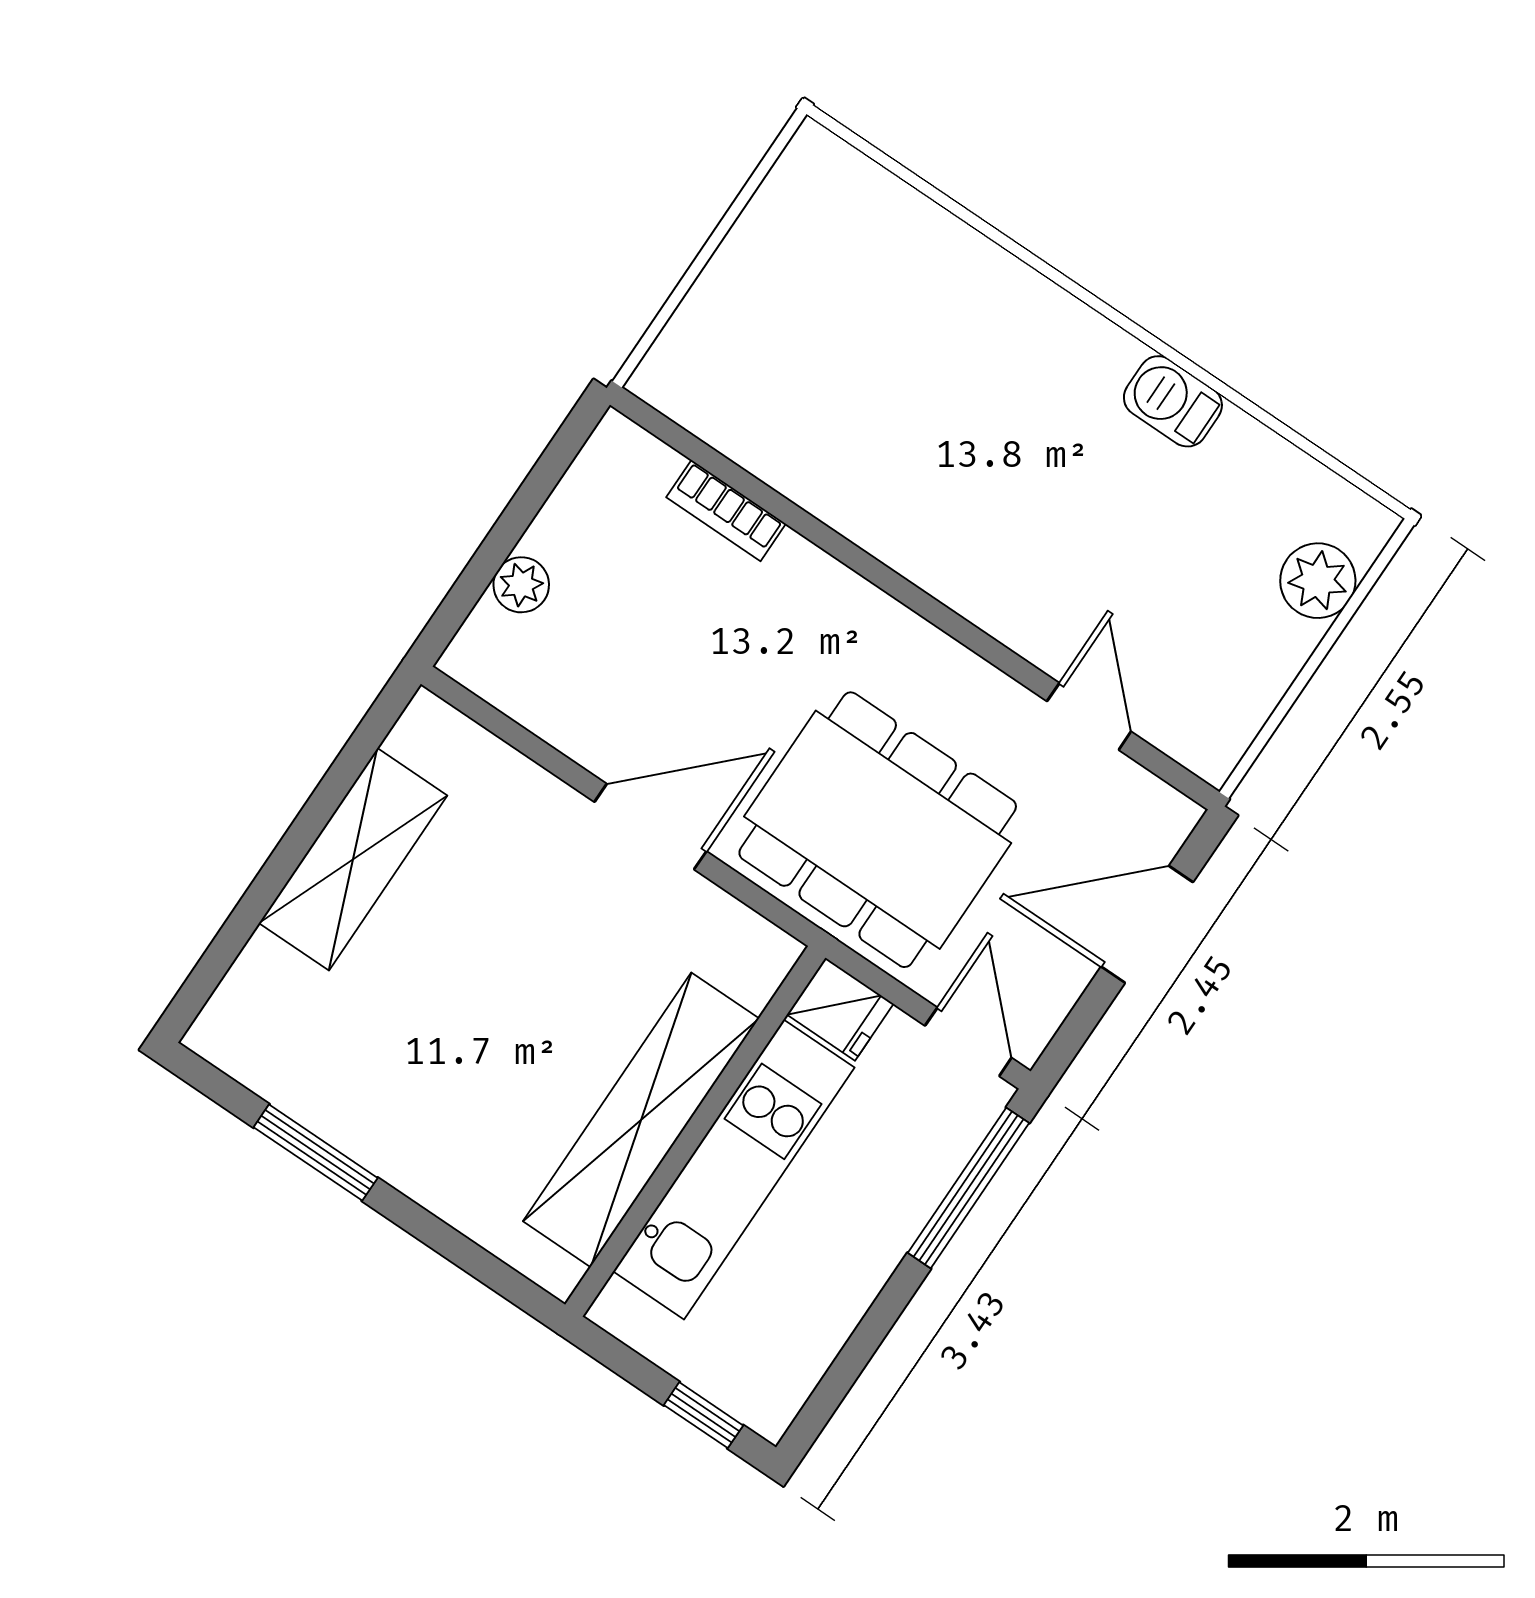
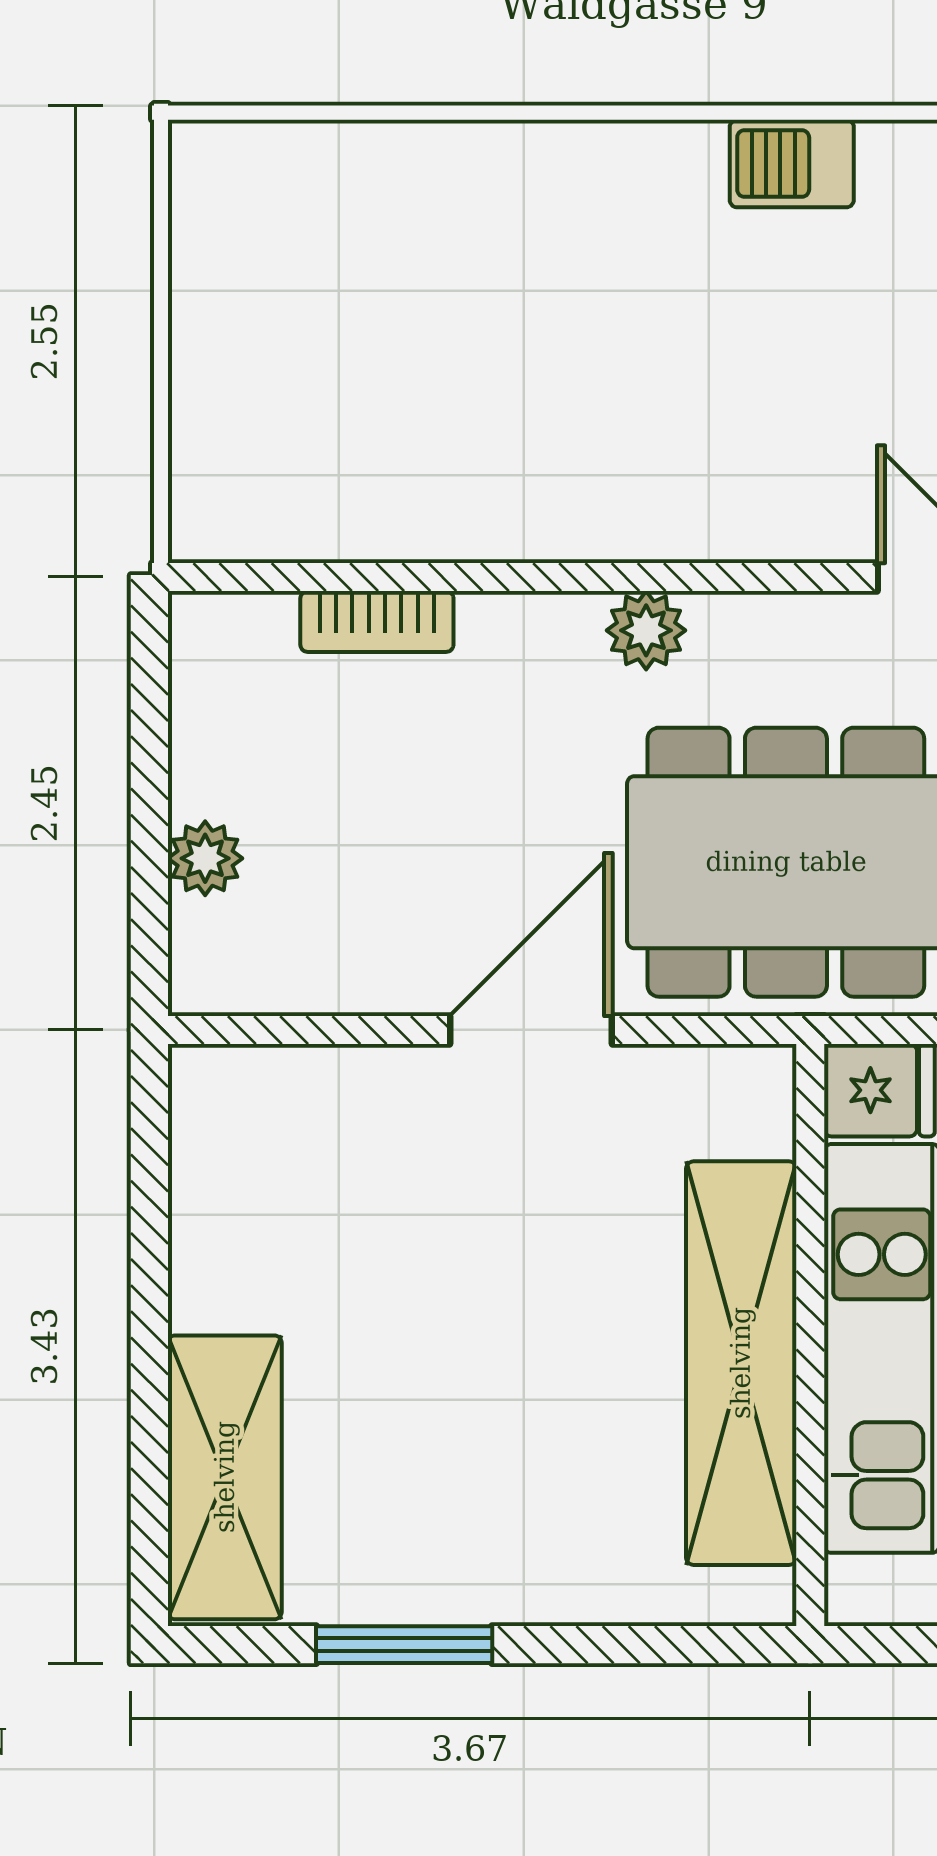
plant: (888, 628) -> (646, 630), added
shelving: (353, 859) -> (225, 1477), moved

